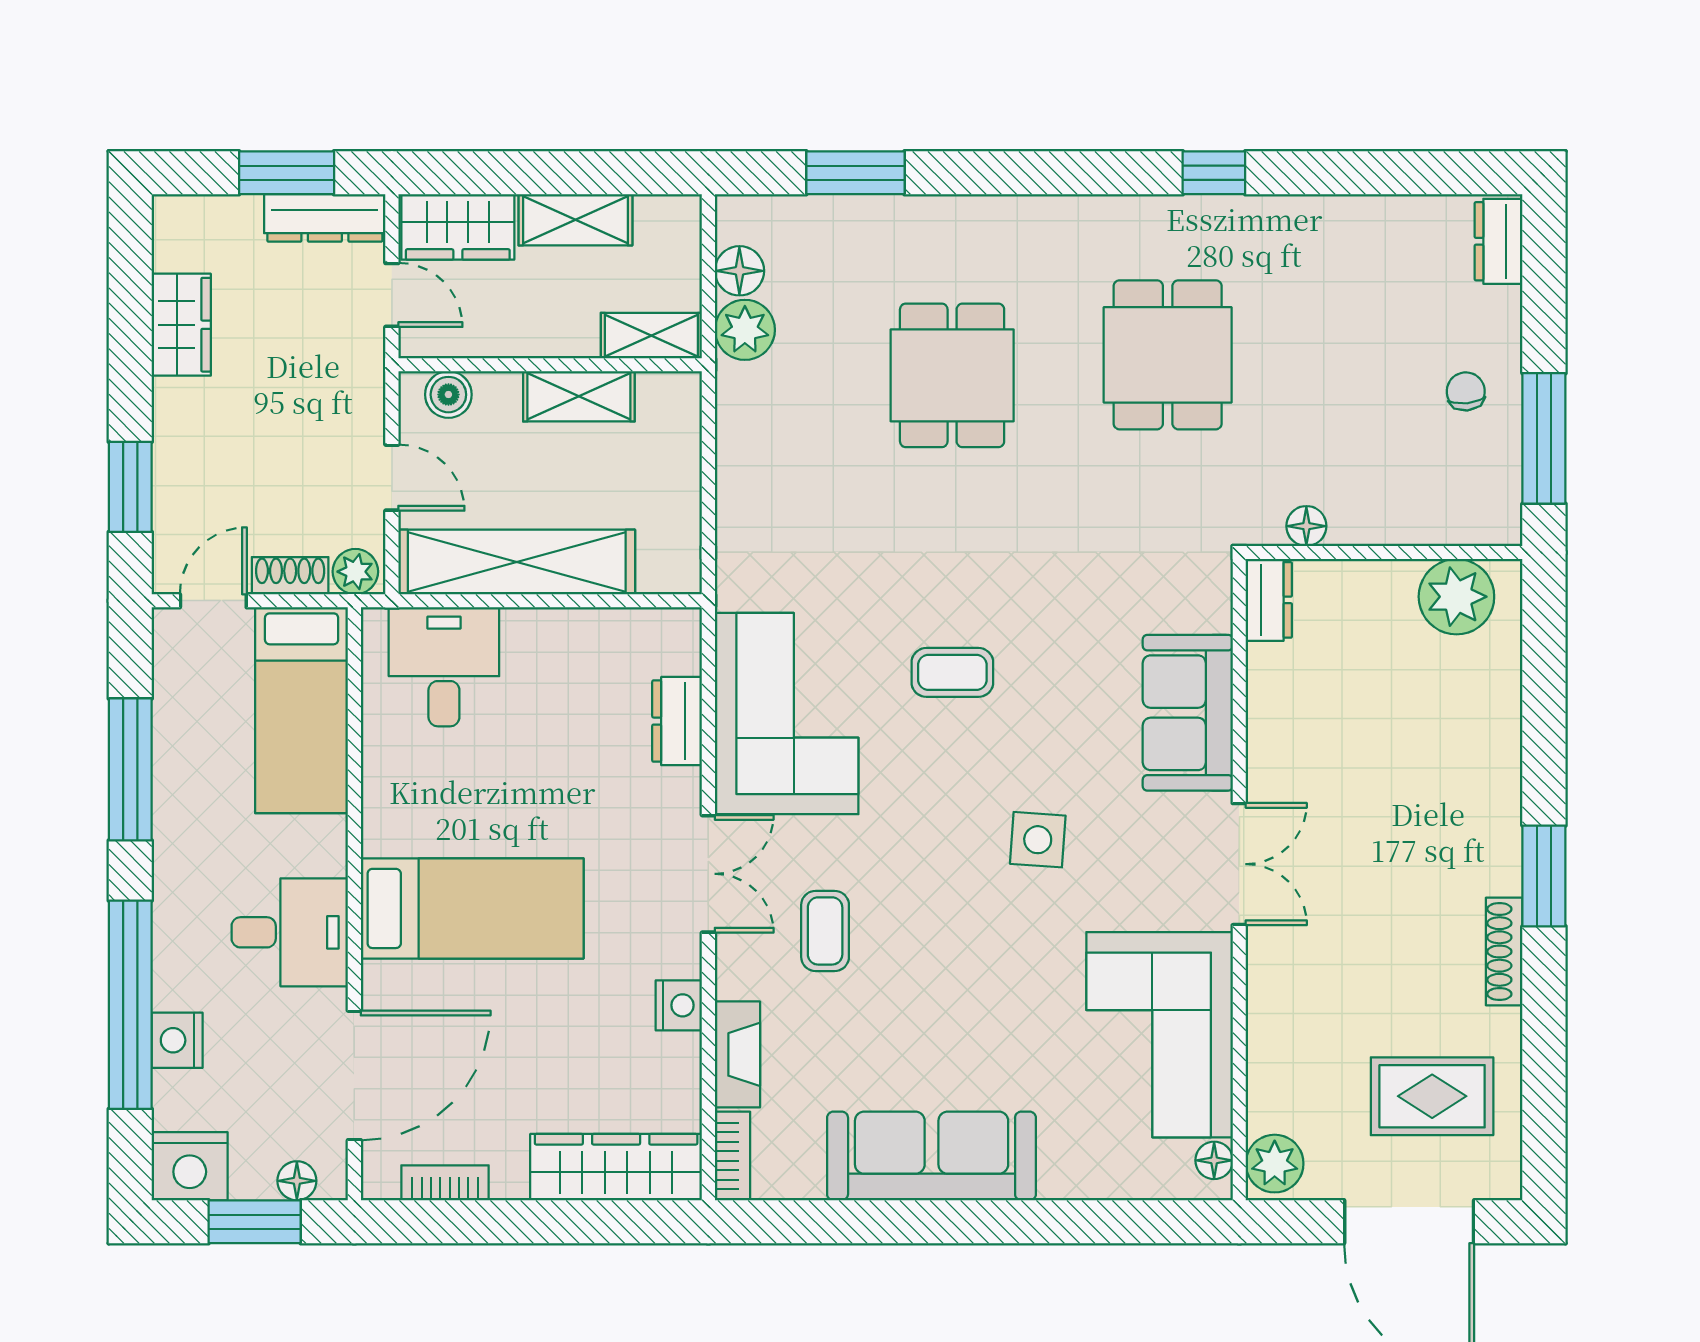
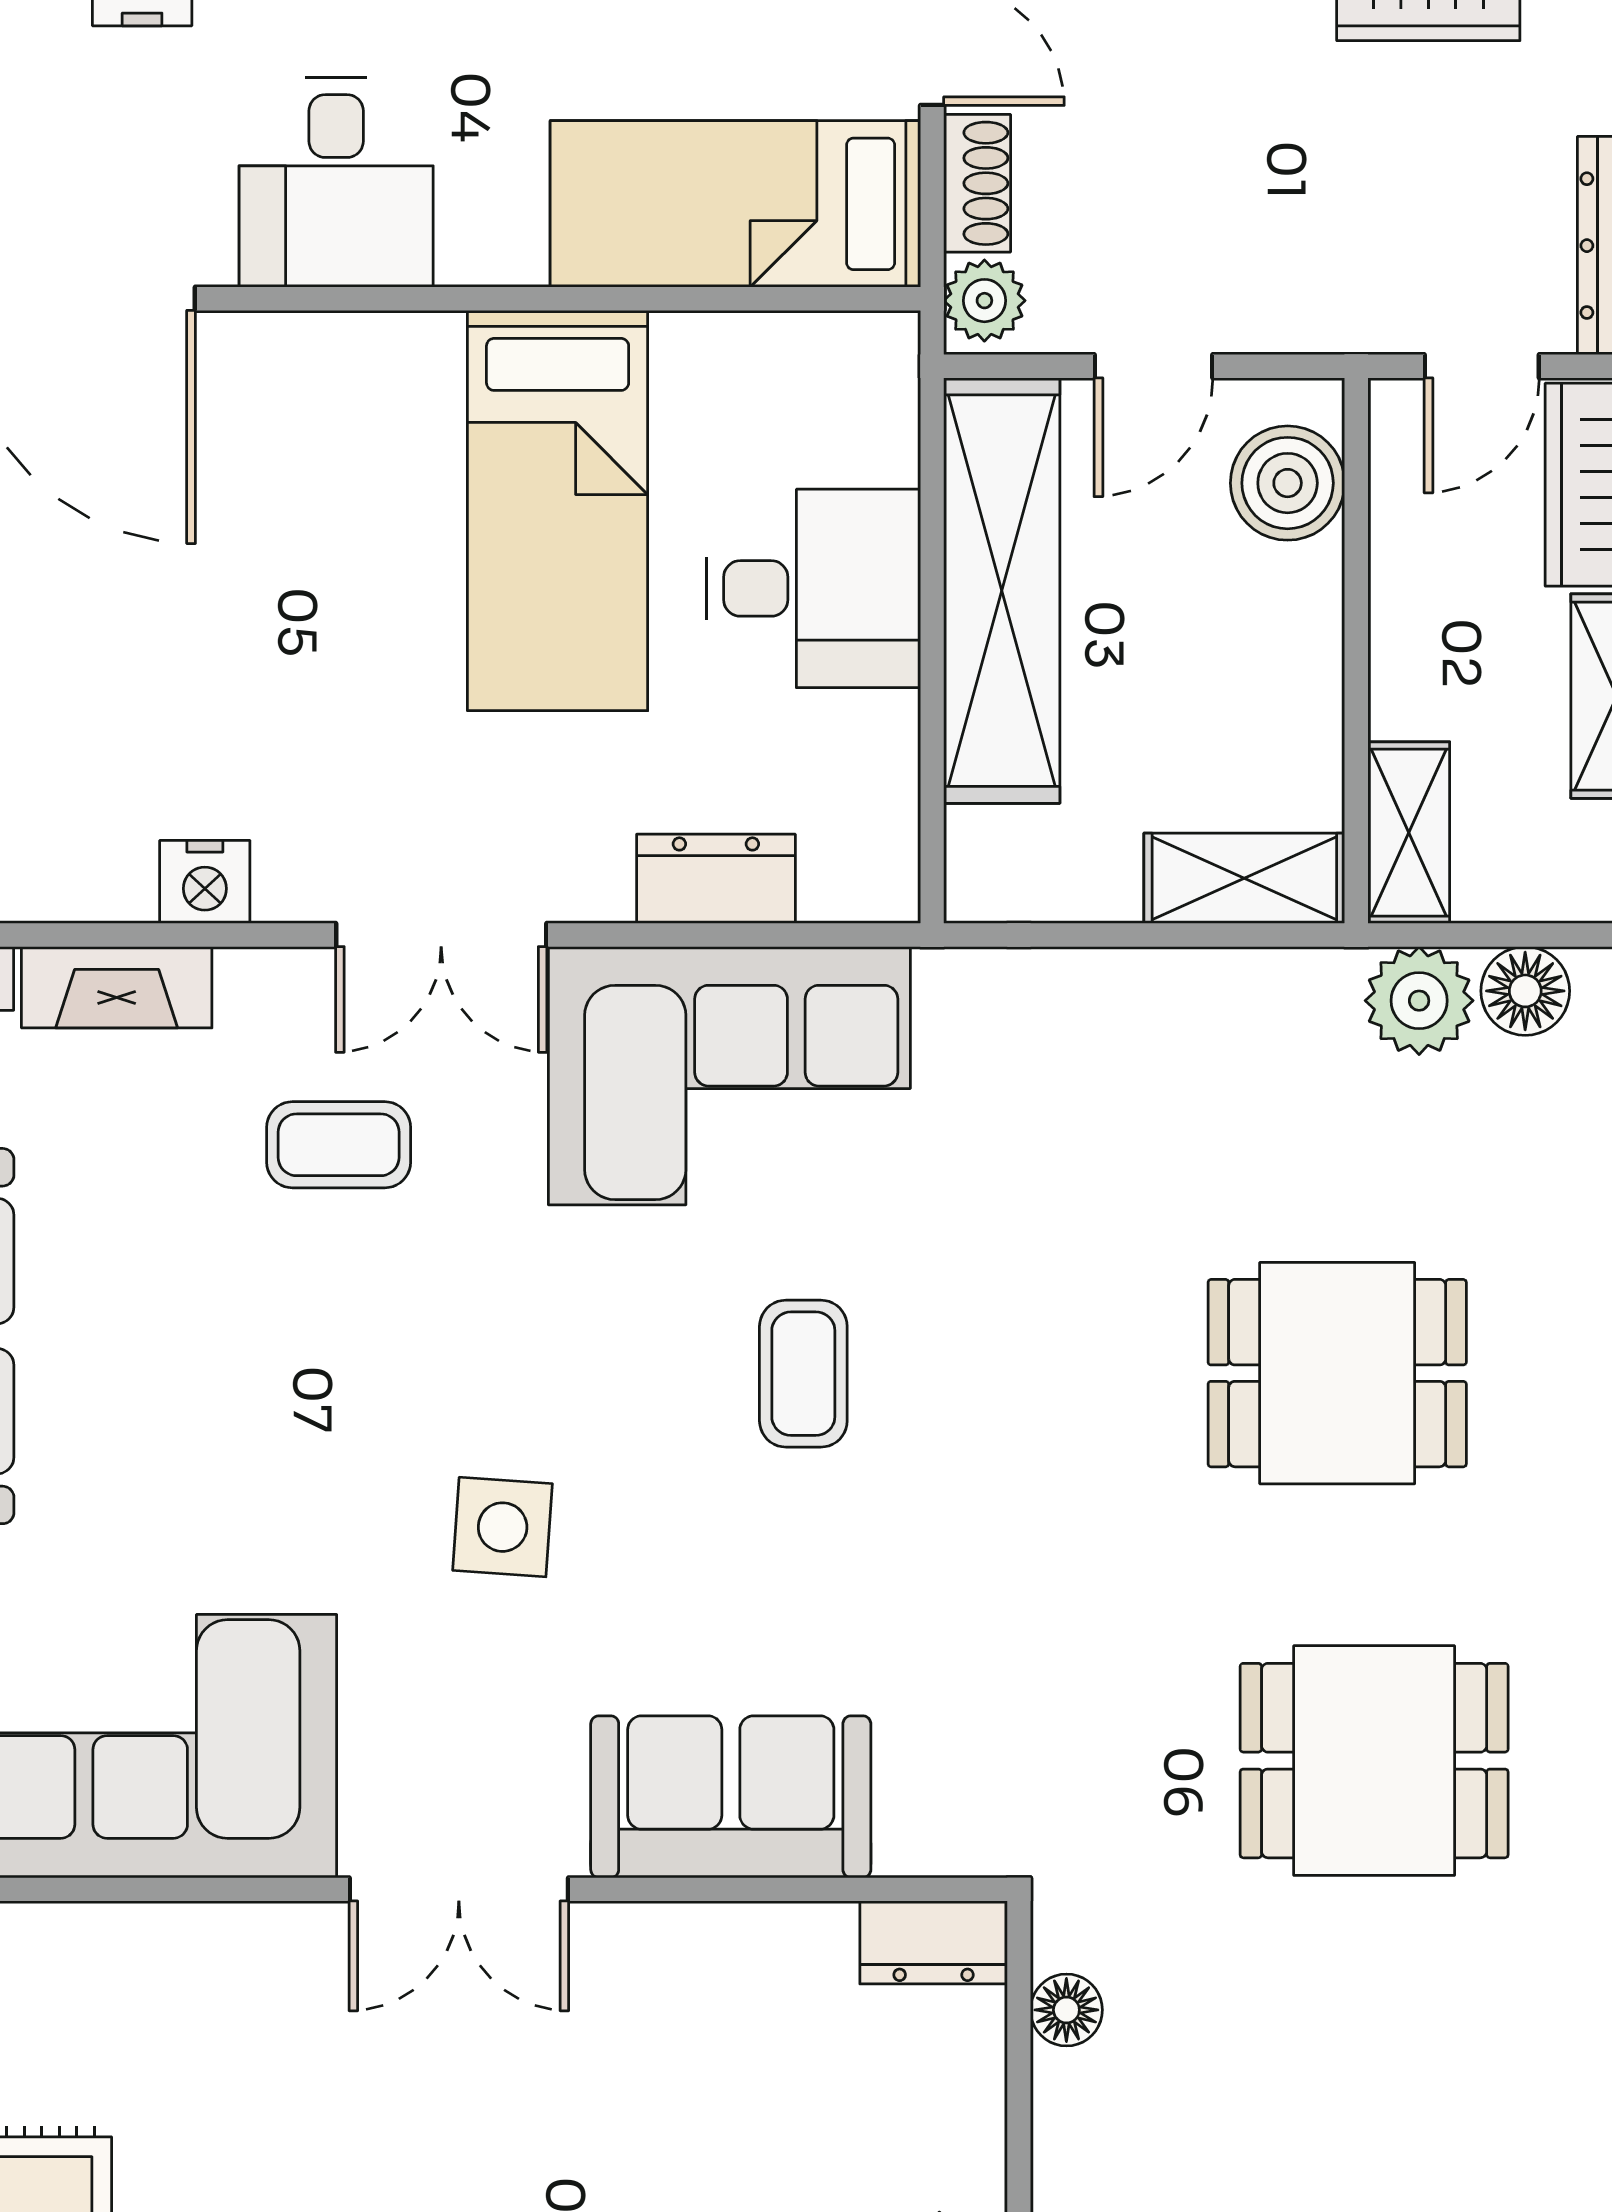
boiler: (448, 395) -> (1288, 483), width x1.36, depth x1.36
shelving: (579, 396) -> (1244, 878), moved, turned 90
desk: (444, 667) -> (814, 588), moved
bed: (472, 908) -> (558, 511), moved

